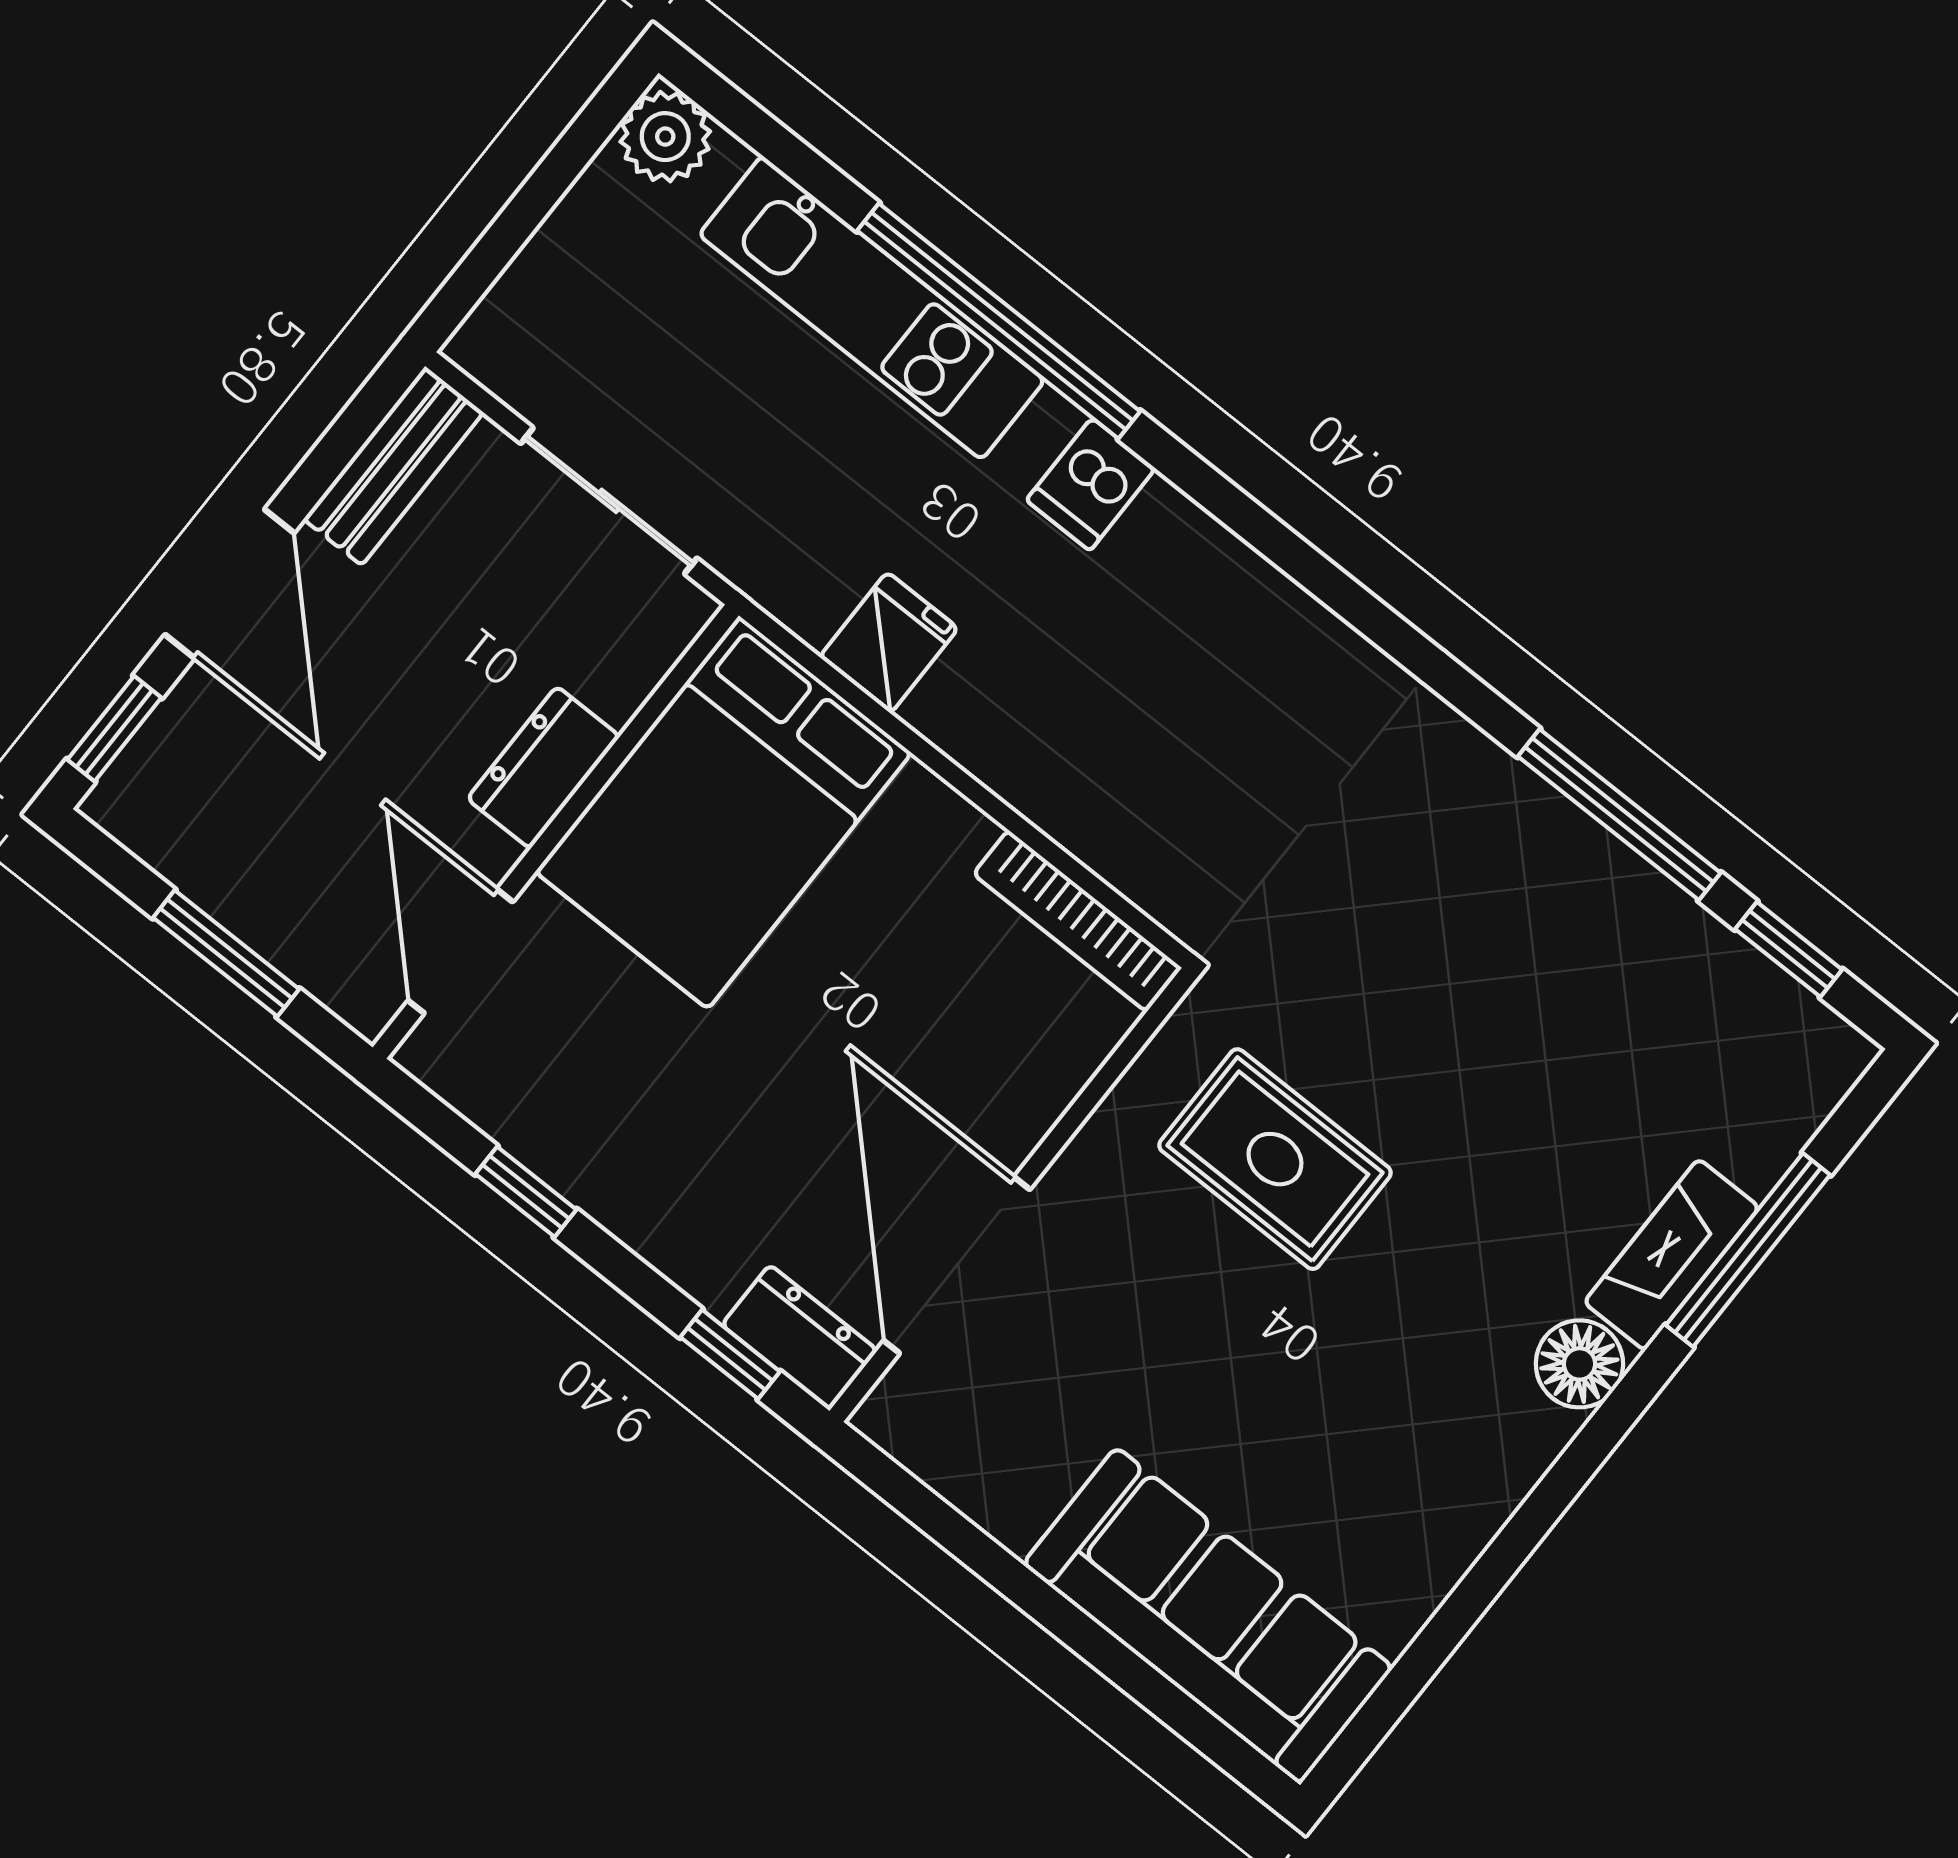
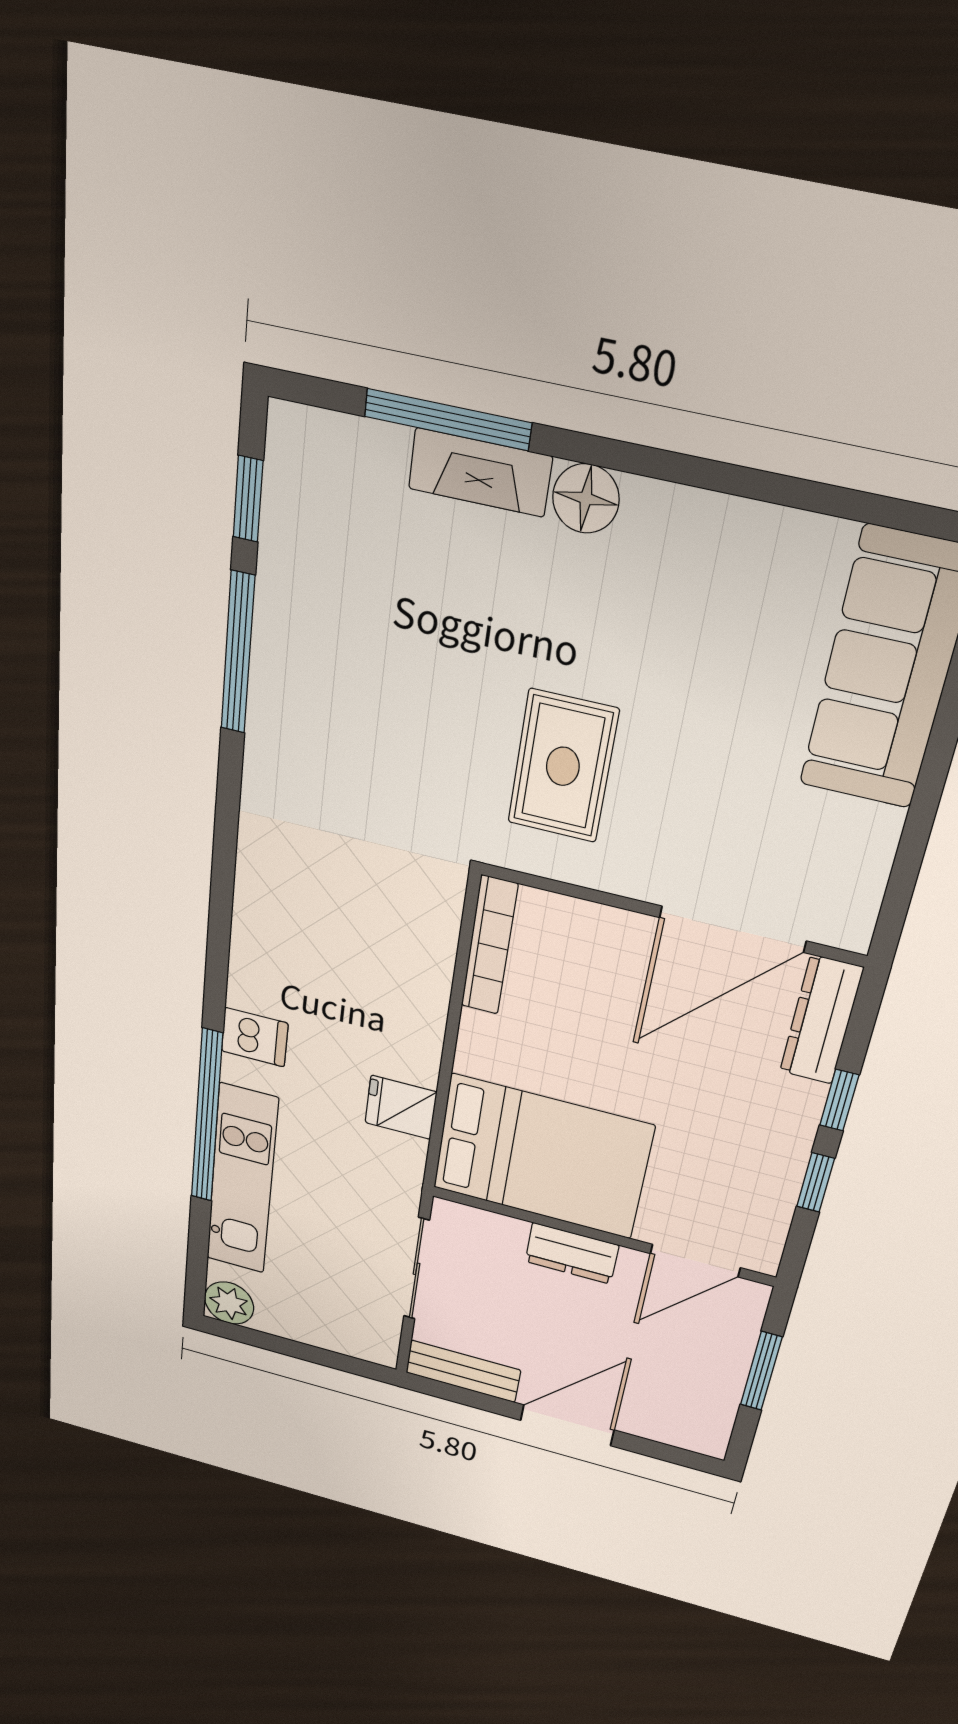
window: (114, 729) -> (672, 1454), removed
dresser: (800, 1338) -> (821, 1020), width x1.44
window: (730, 1354) -> (839, 1100), moved

